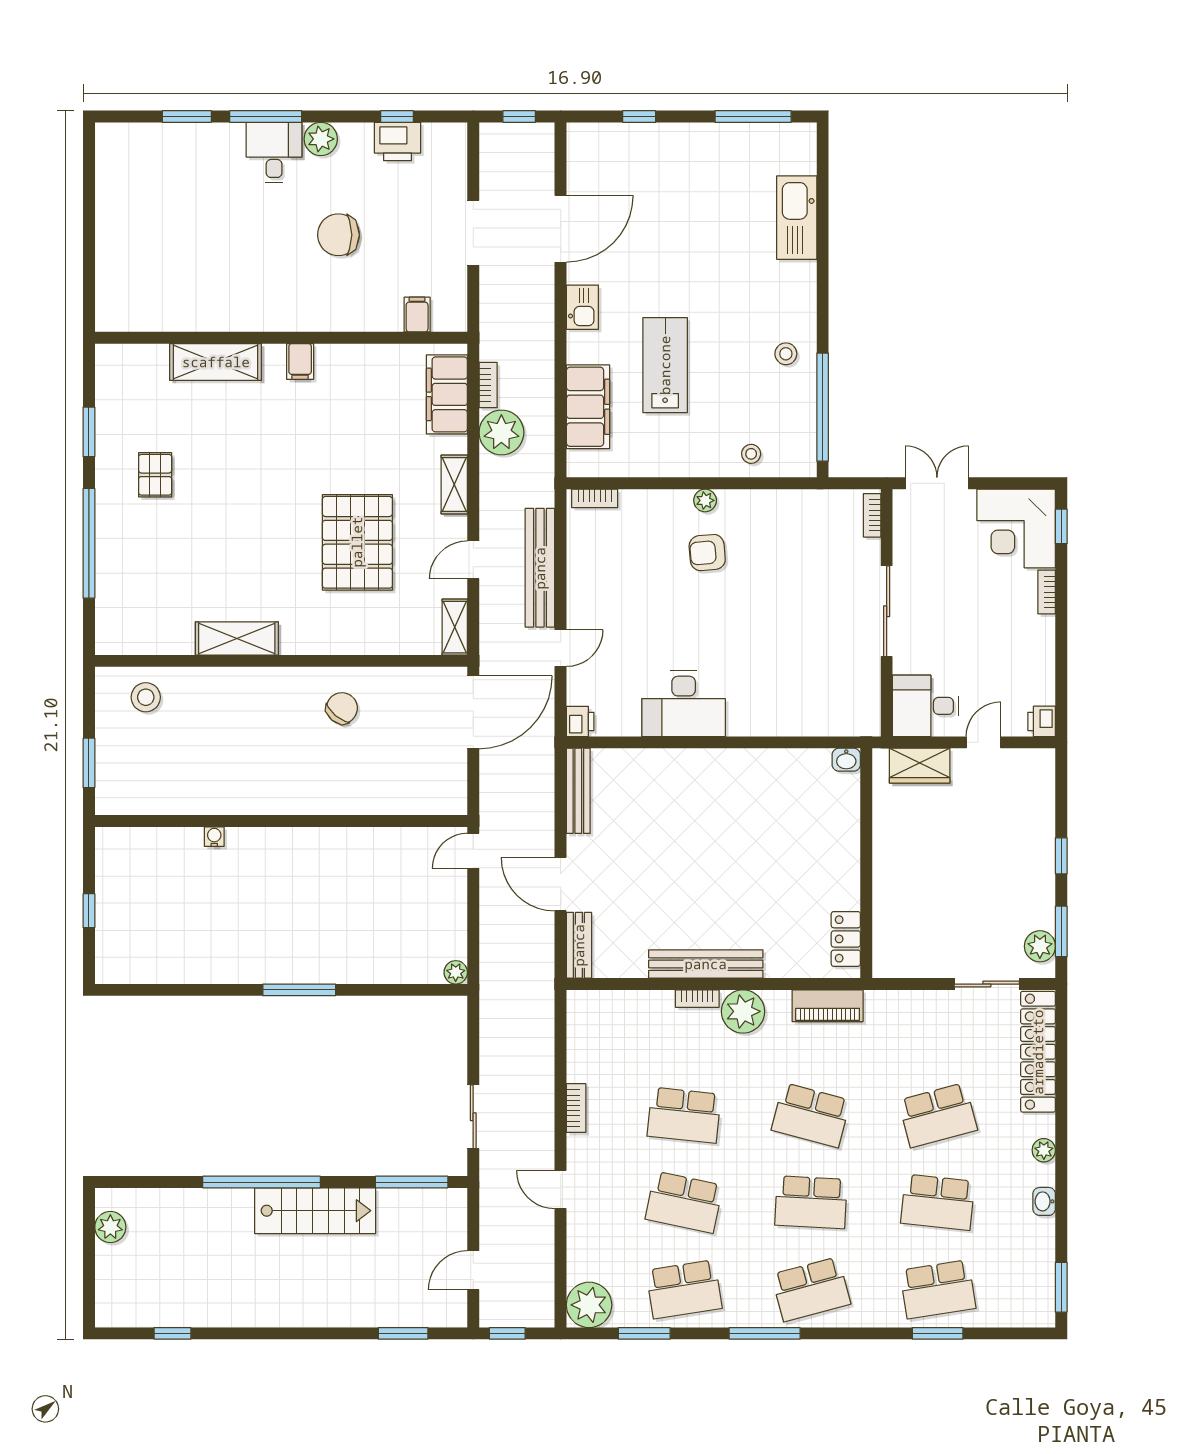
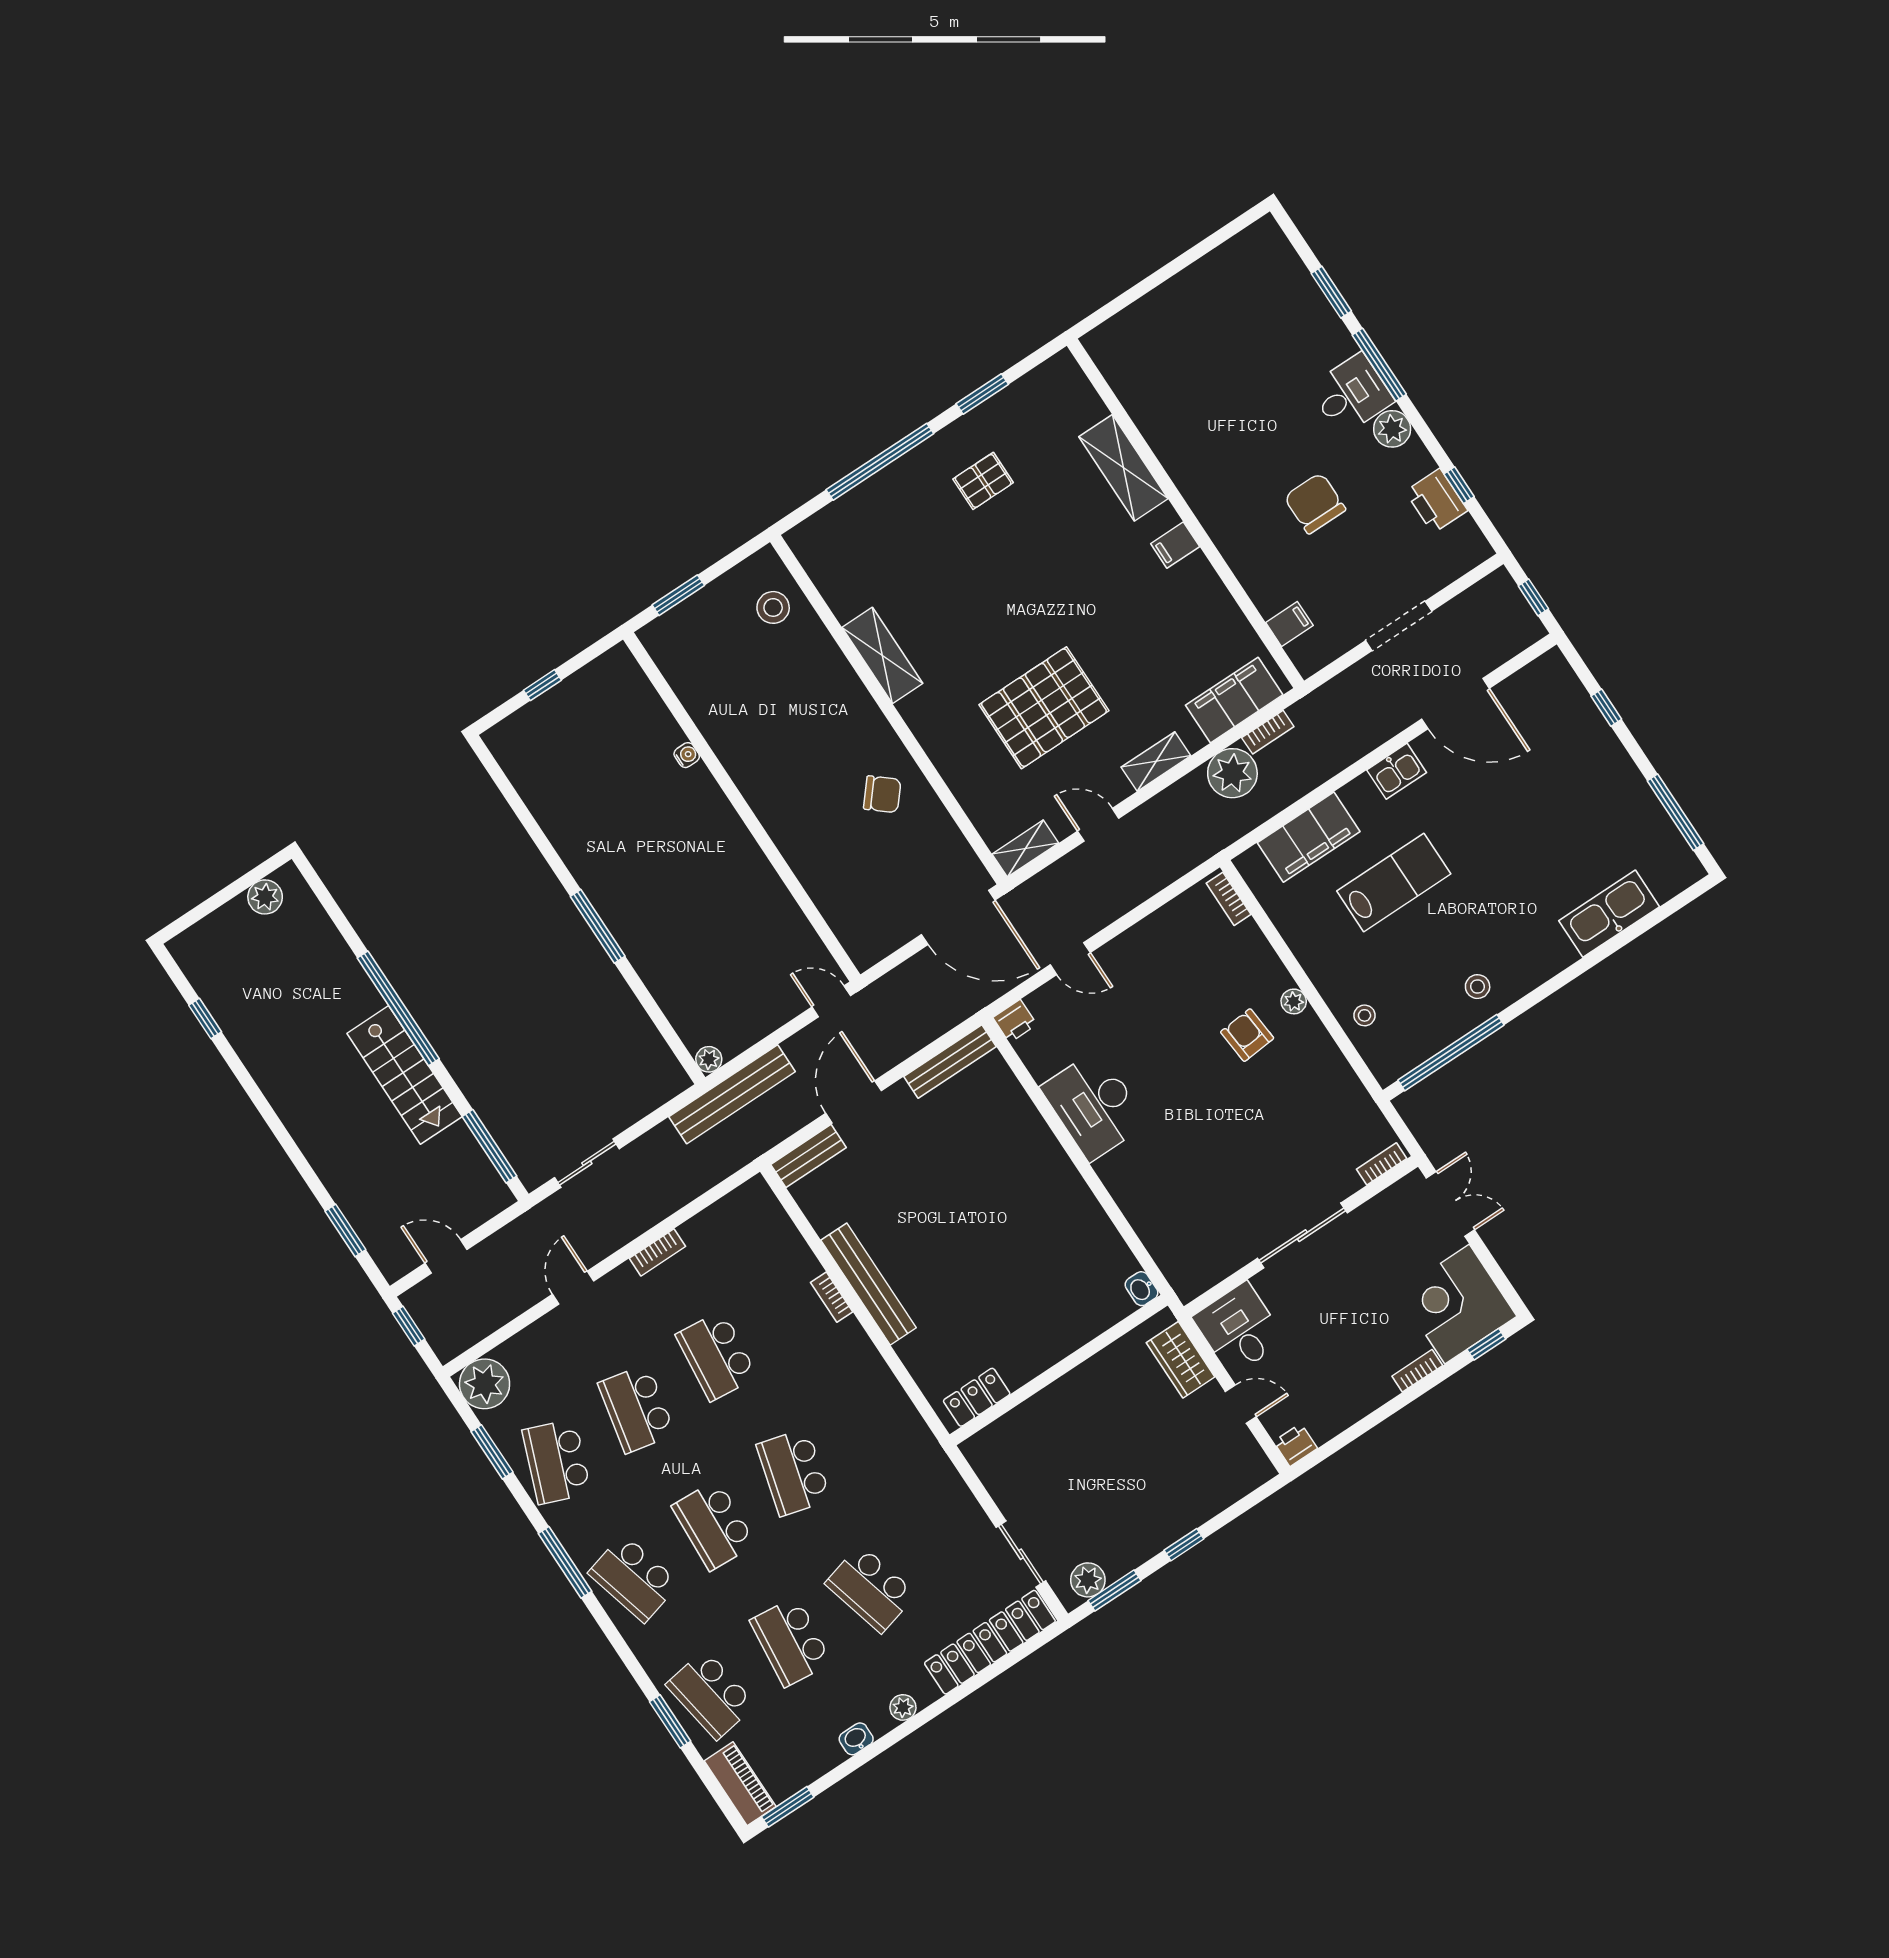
bench: (540, 568) -> (732, 1094), moved
piano: (828, 1006) -> (740, 1784), moved, turned 180
plant: (743, 1011) -> (848, 1347), removed
school desk: (684, 1289) -> (557, 1462), turned 30

